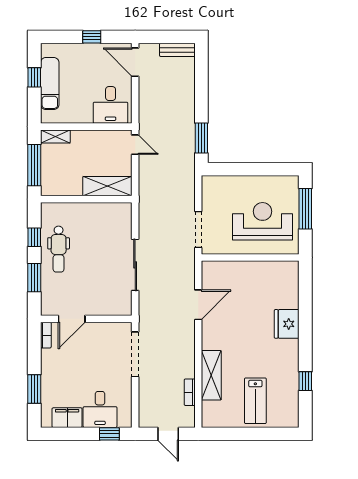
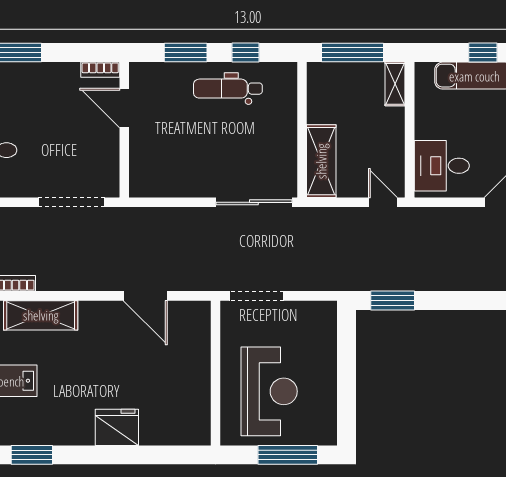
door: (135, 145) -> (383, 202), swing flipped
sliding door: (135, 265) -> (254, 202), moved
window: (305, 381) -> (32, 455), width x1.50

